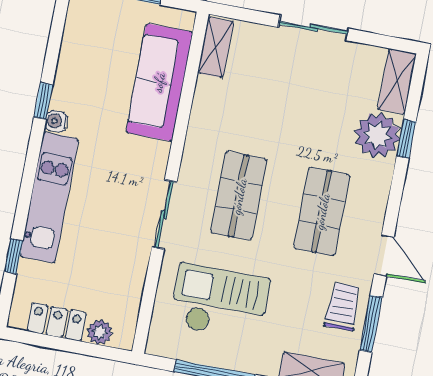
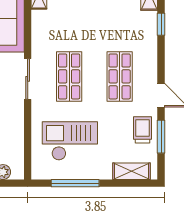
plant: (377, 135) -> (144, 26), removed
sliding door: (164, 214) -> (28, 79), moved

